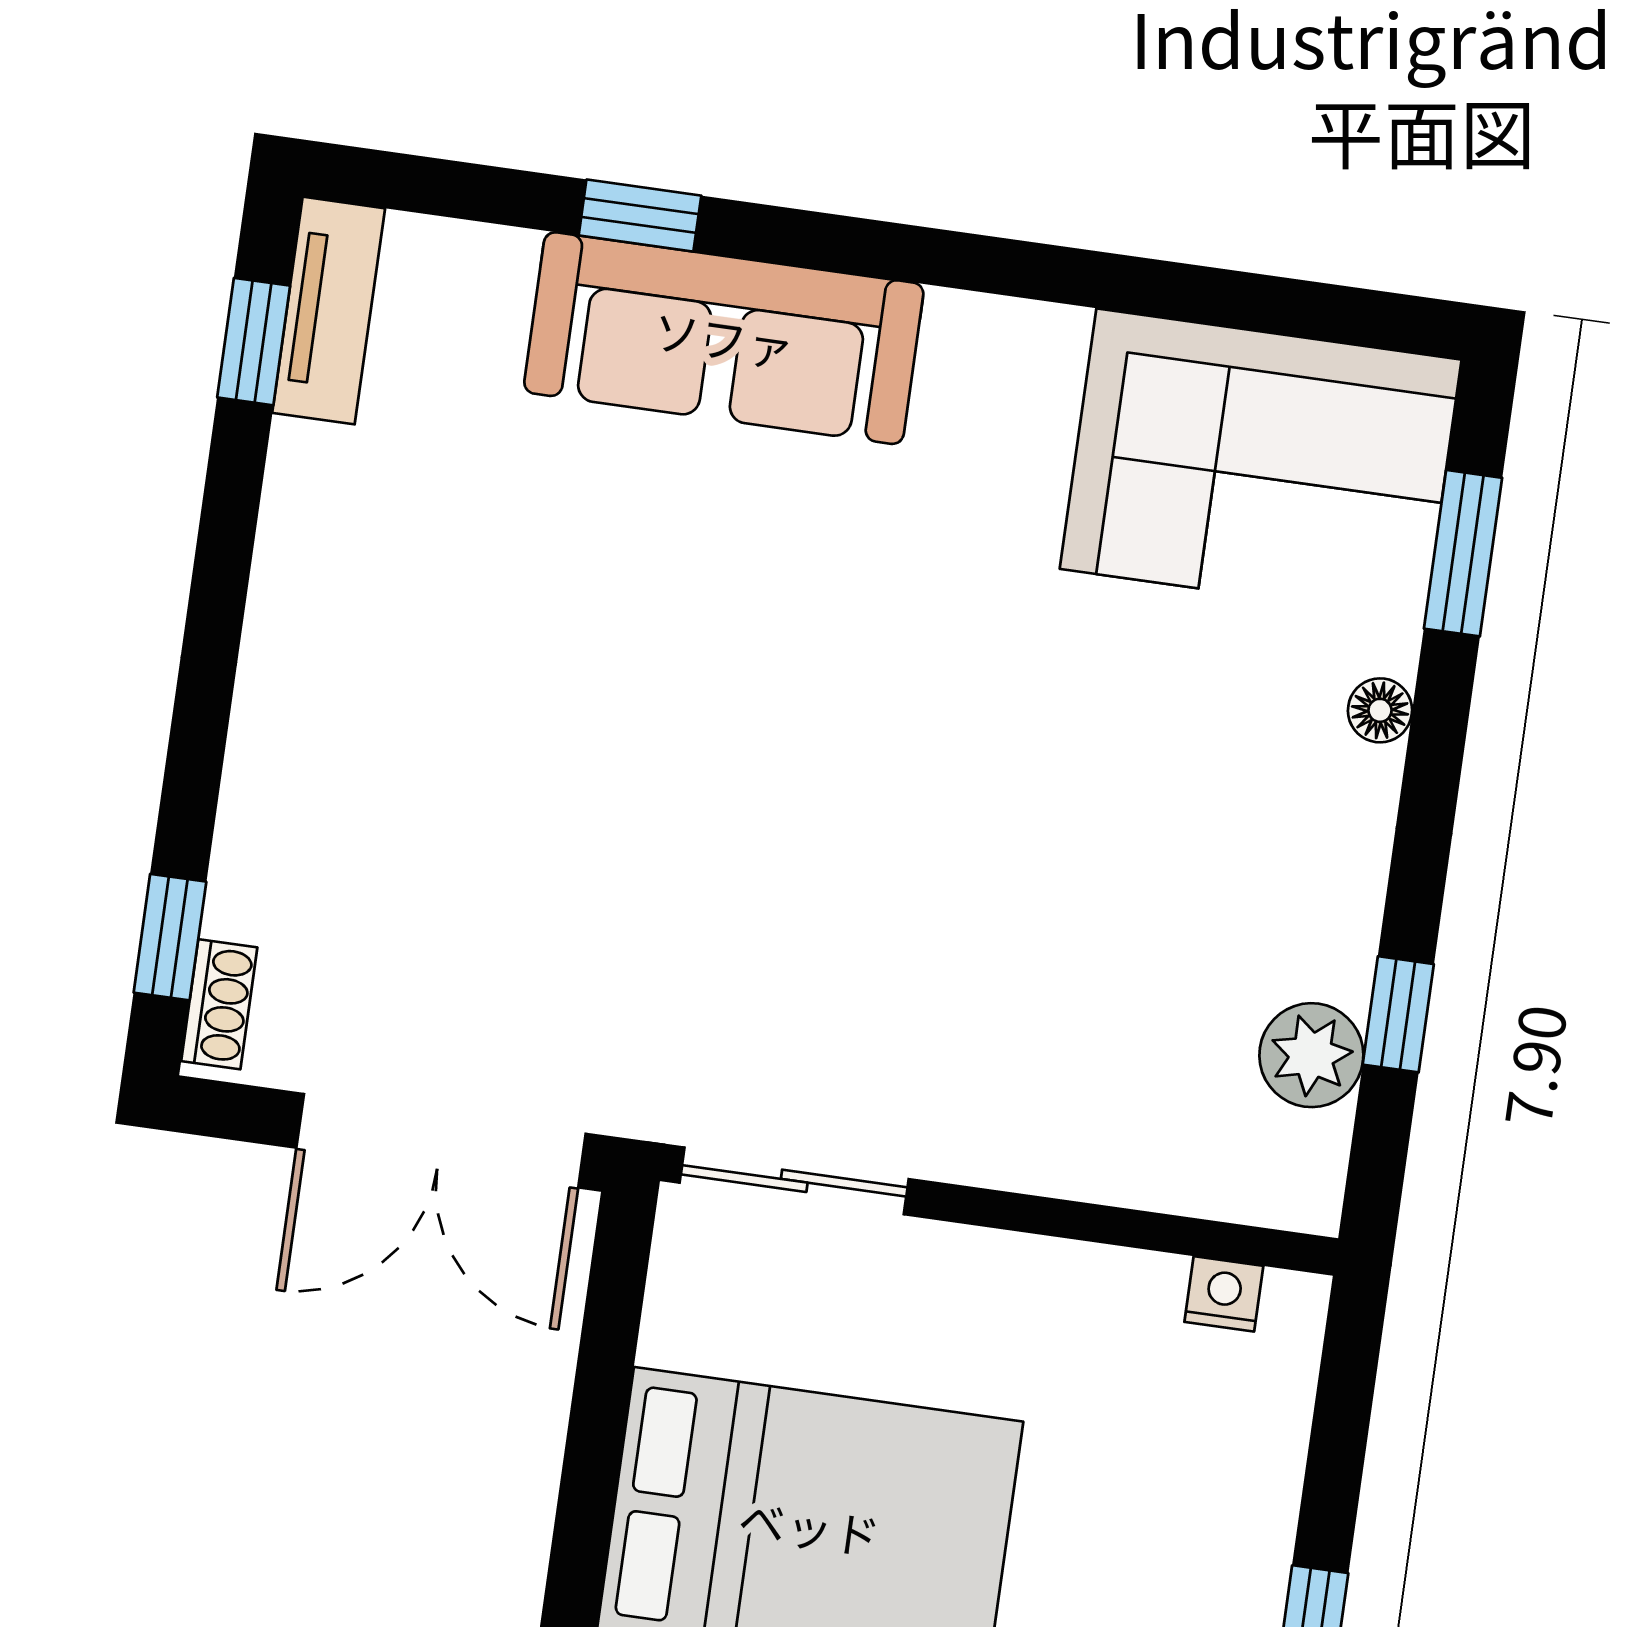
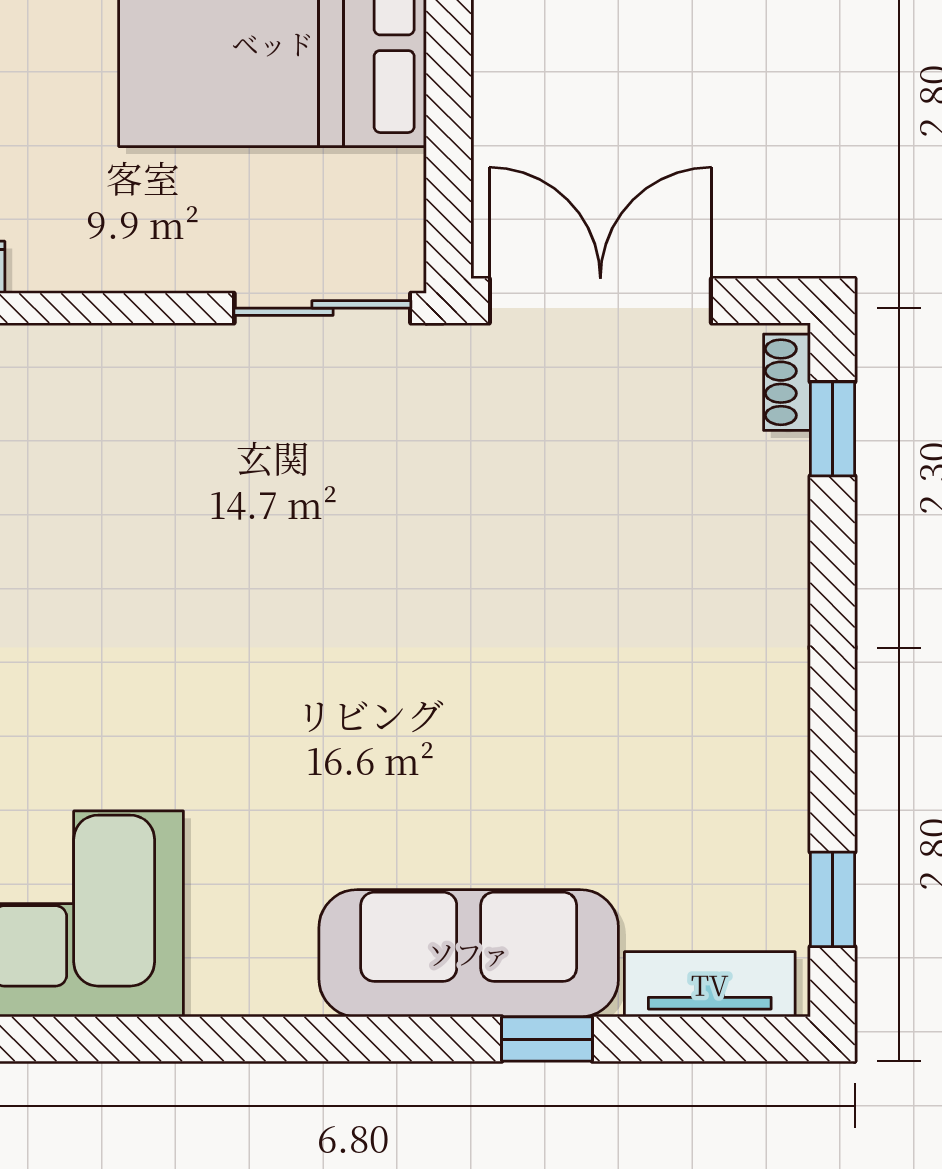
tv unit: (329, 311) -> (710, 984), moved, turned 90

